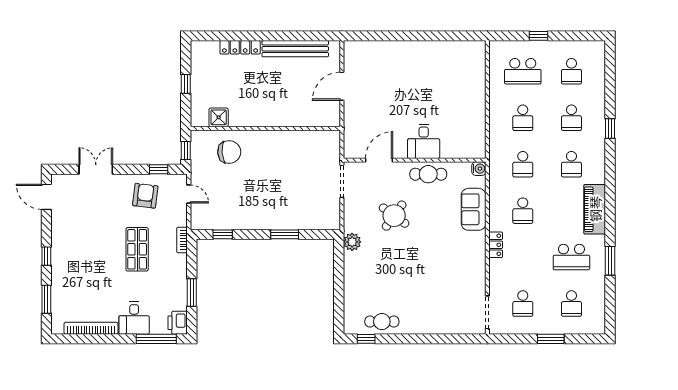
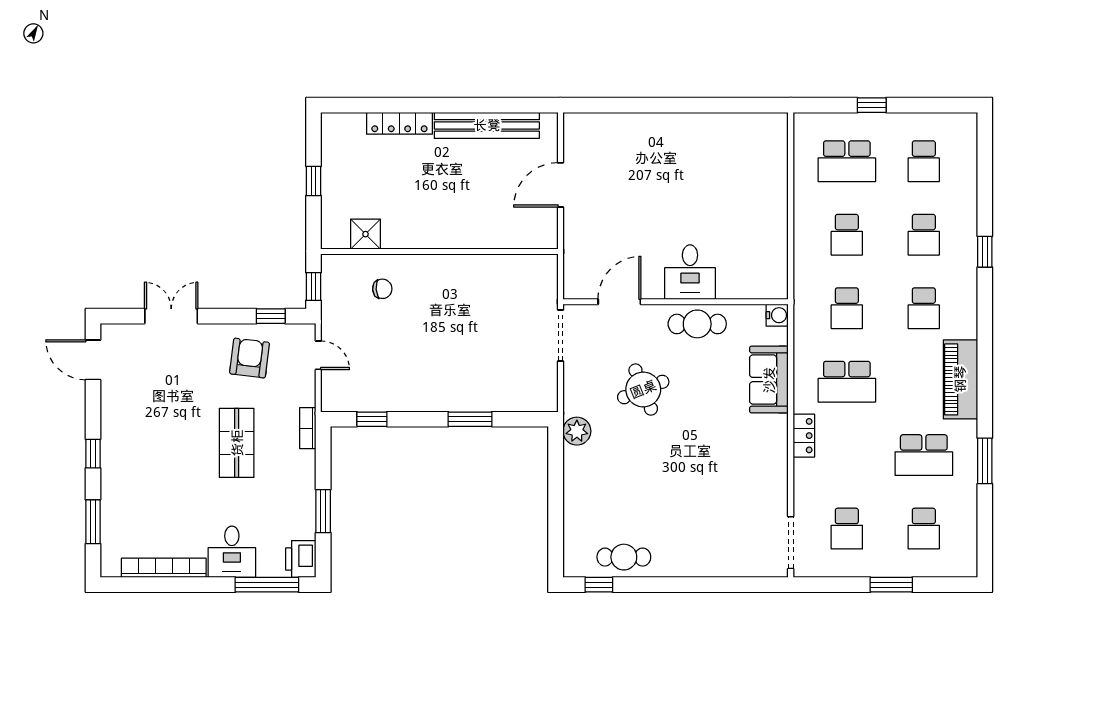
chair: (229, 152) -> (382, 289), width x0.54, depth x0.54
school desk: (523, 211) -> (847, 382), width x1.85
round table: (394, 216) -> (643, 389), turned 32

